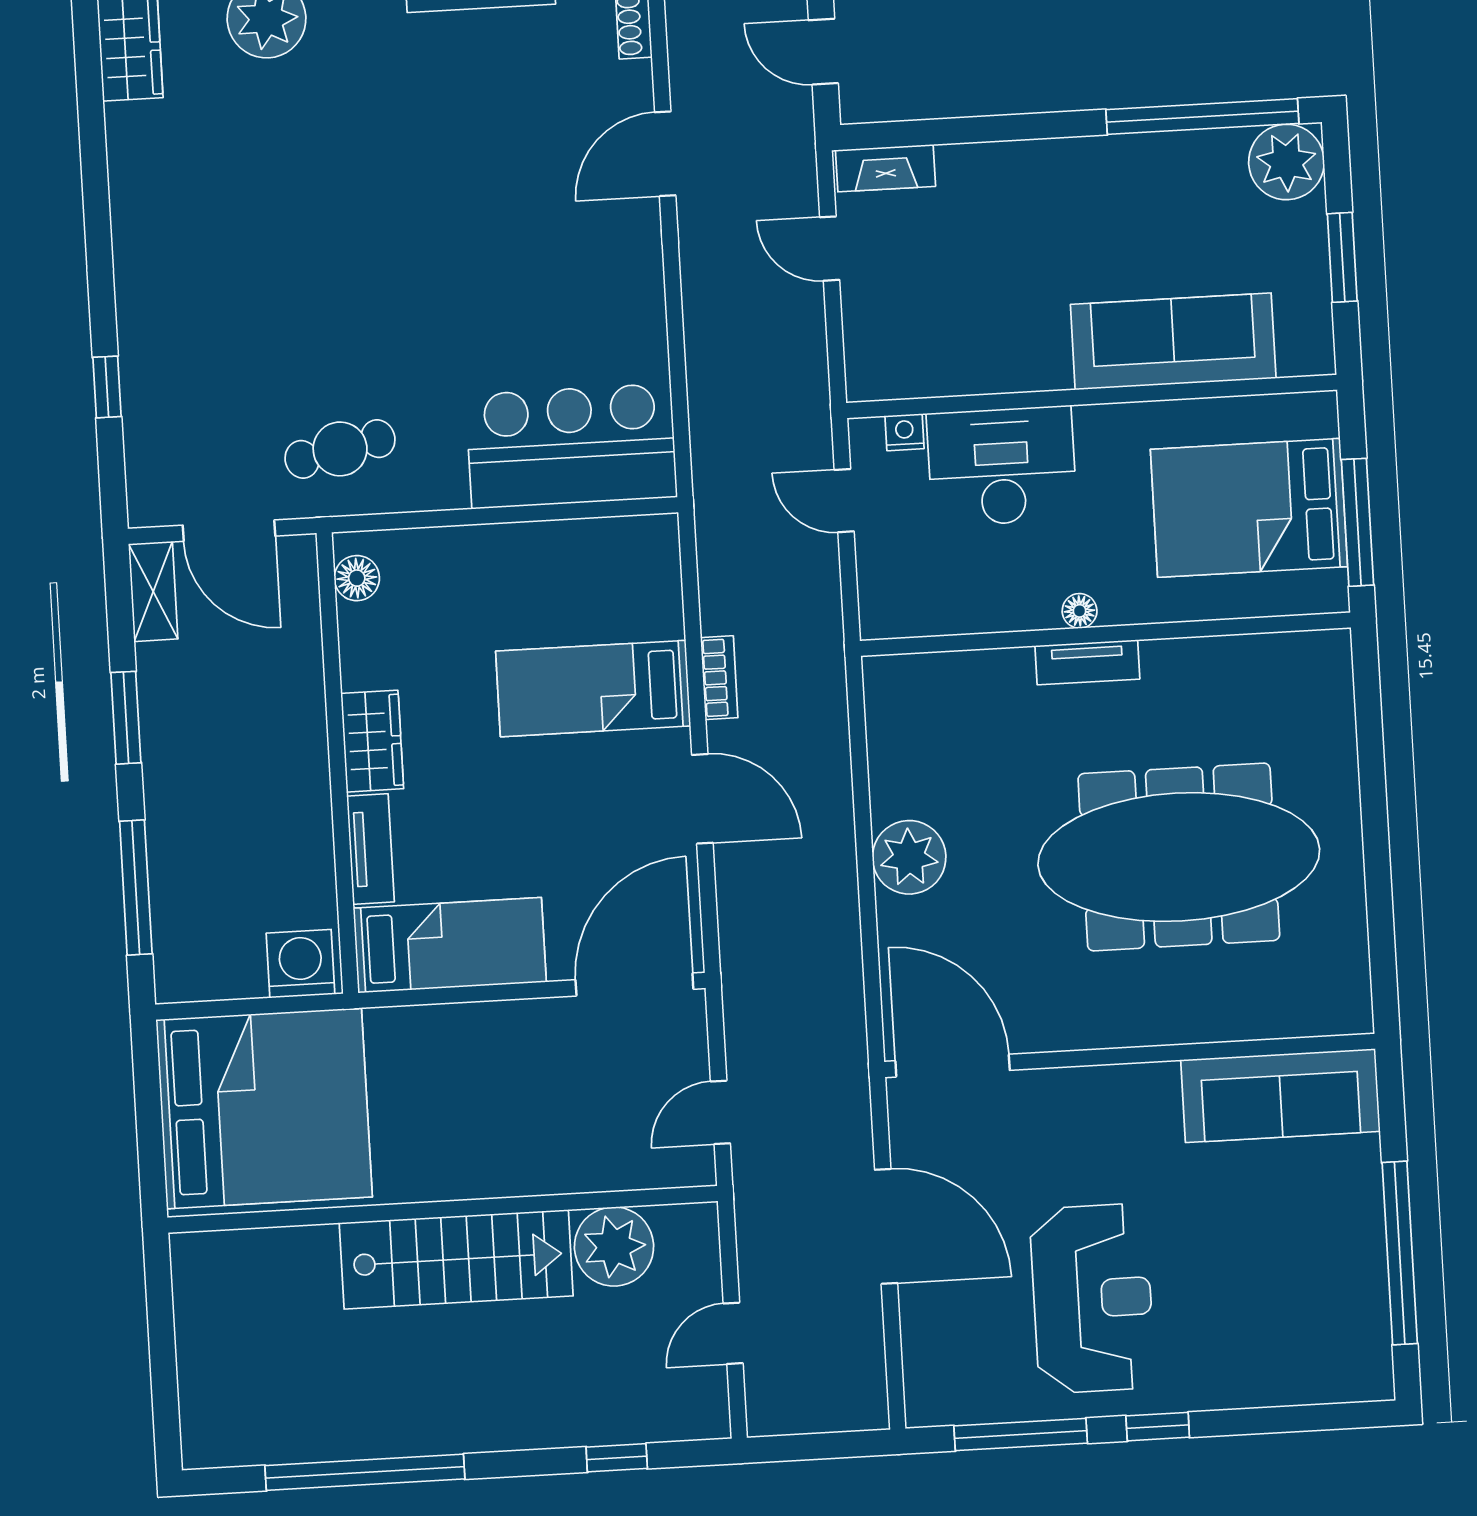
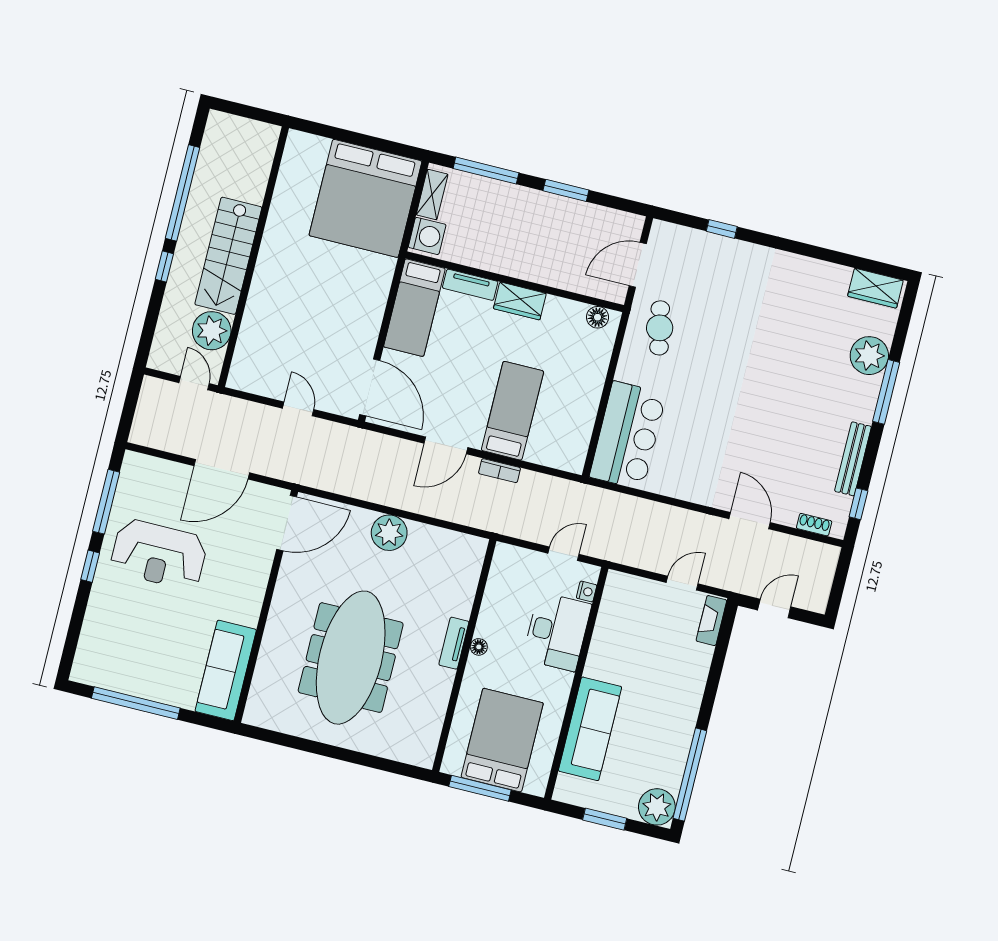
shelving: (153, 591) -> (432, 195), moved, turned 90
wall: (443, 1209) -> (253, 257), moved
plant: (614, 1247) -> (212, 331), moved
stairs: (456, 1259) -> (228, 256), moved
window: (617, 1458) -> (164, 266), moved

